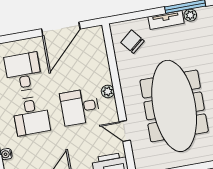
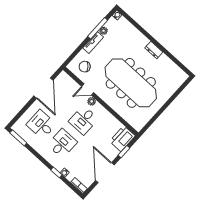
desk: (31, 116) -> (62, 143), turned -90
door: (125, 131) -> (88, 89), moved

